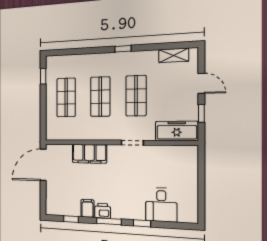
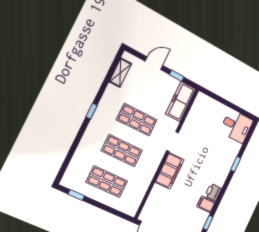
filing cabinet: (89, 154) -> (170, 171), moved
desk: (161, 205) -> (236, 126), moved
window: (109, 221) -> (223, 191), removed

